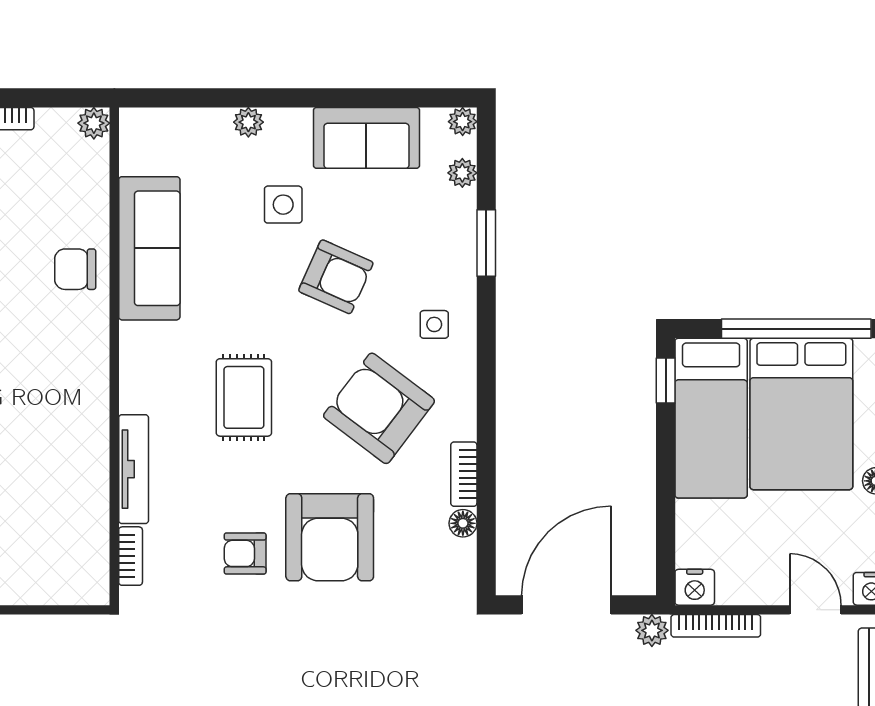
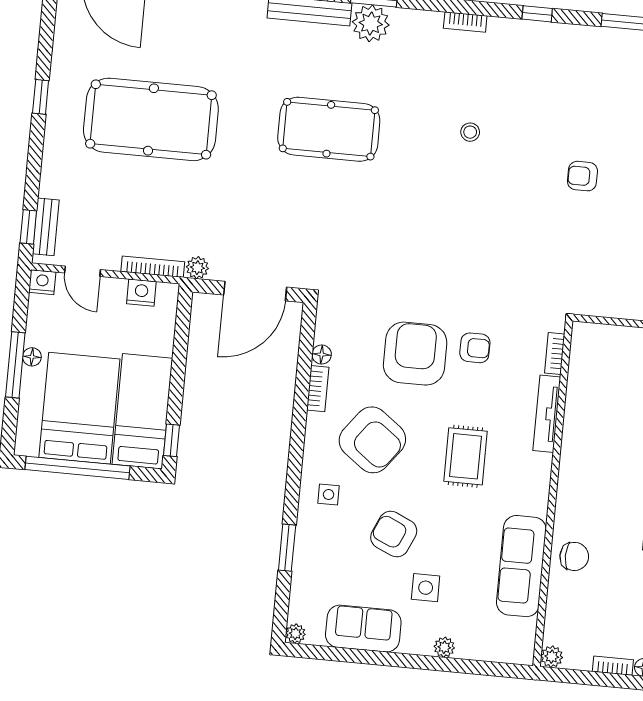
plant: (462, 173) -> (299, 598), removed
nightstand: (695, 587) -> (141, 293), moved

